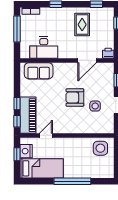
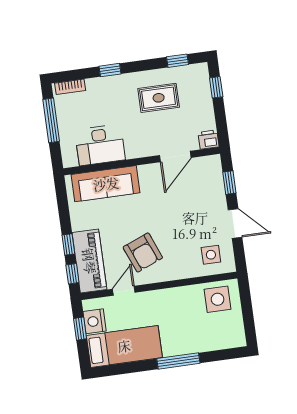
rug: (82, 25) -> (159, 98), turned 90
sofa: (39, 71) -> (106, 184), width x1.36
armchair: (75, 97) -> (143, 252), moved, turned -112
side table: (95, 106) -> (211, 255), moved
window: (72, 181) -> (178, 361), width x0.68

